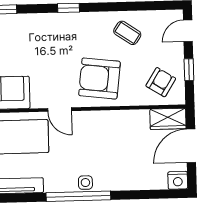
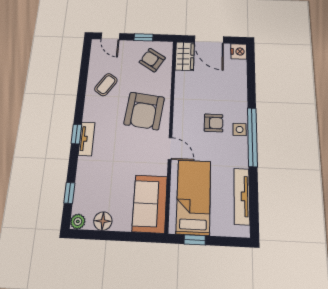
tv unit: (64, 19) -> (87, 139), added
door: (60, 110) -> (170, 149), hinge flipped
armchair: (91, 155) -> (214, 123), added

